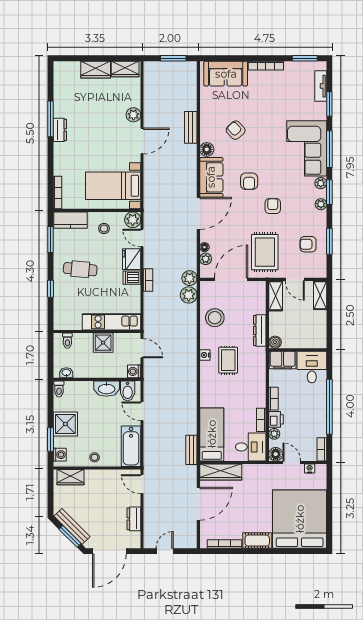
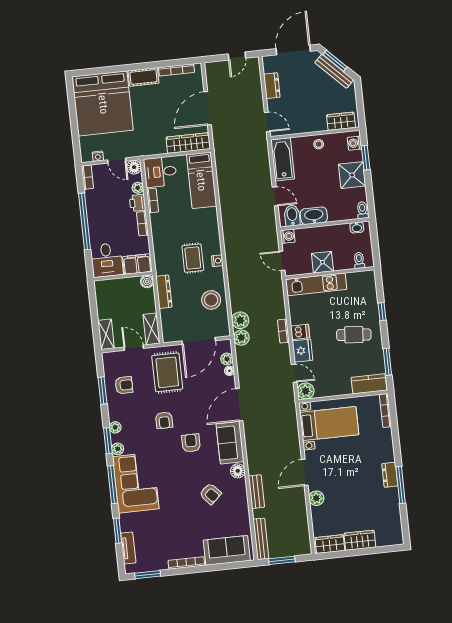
stool: (104, 228) -> (334, 379), removed
bench: (191, 450) -> (261, 539), moved, width x1.36

